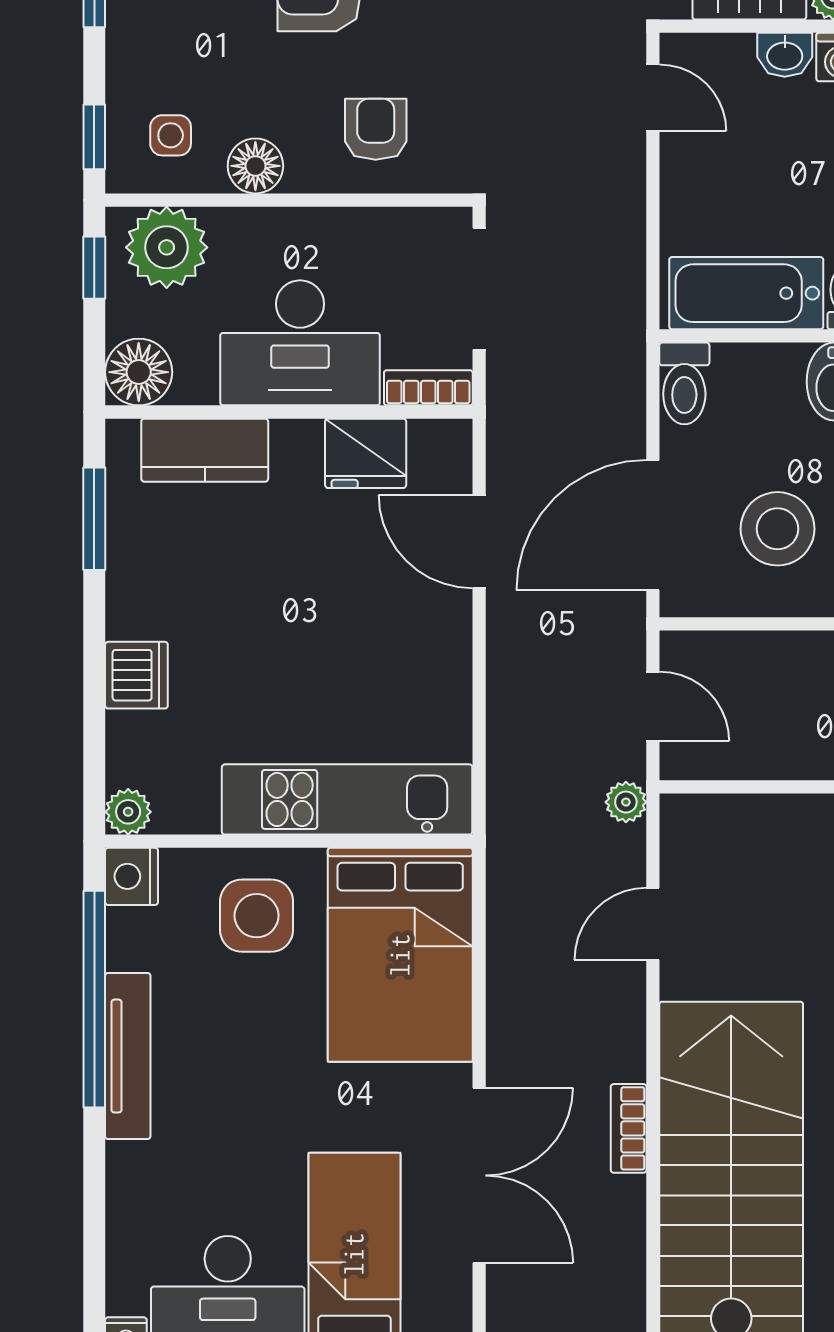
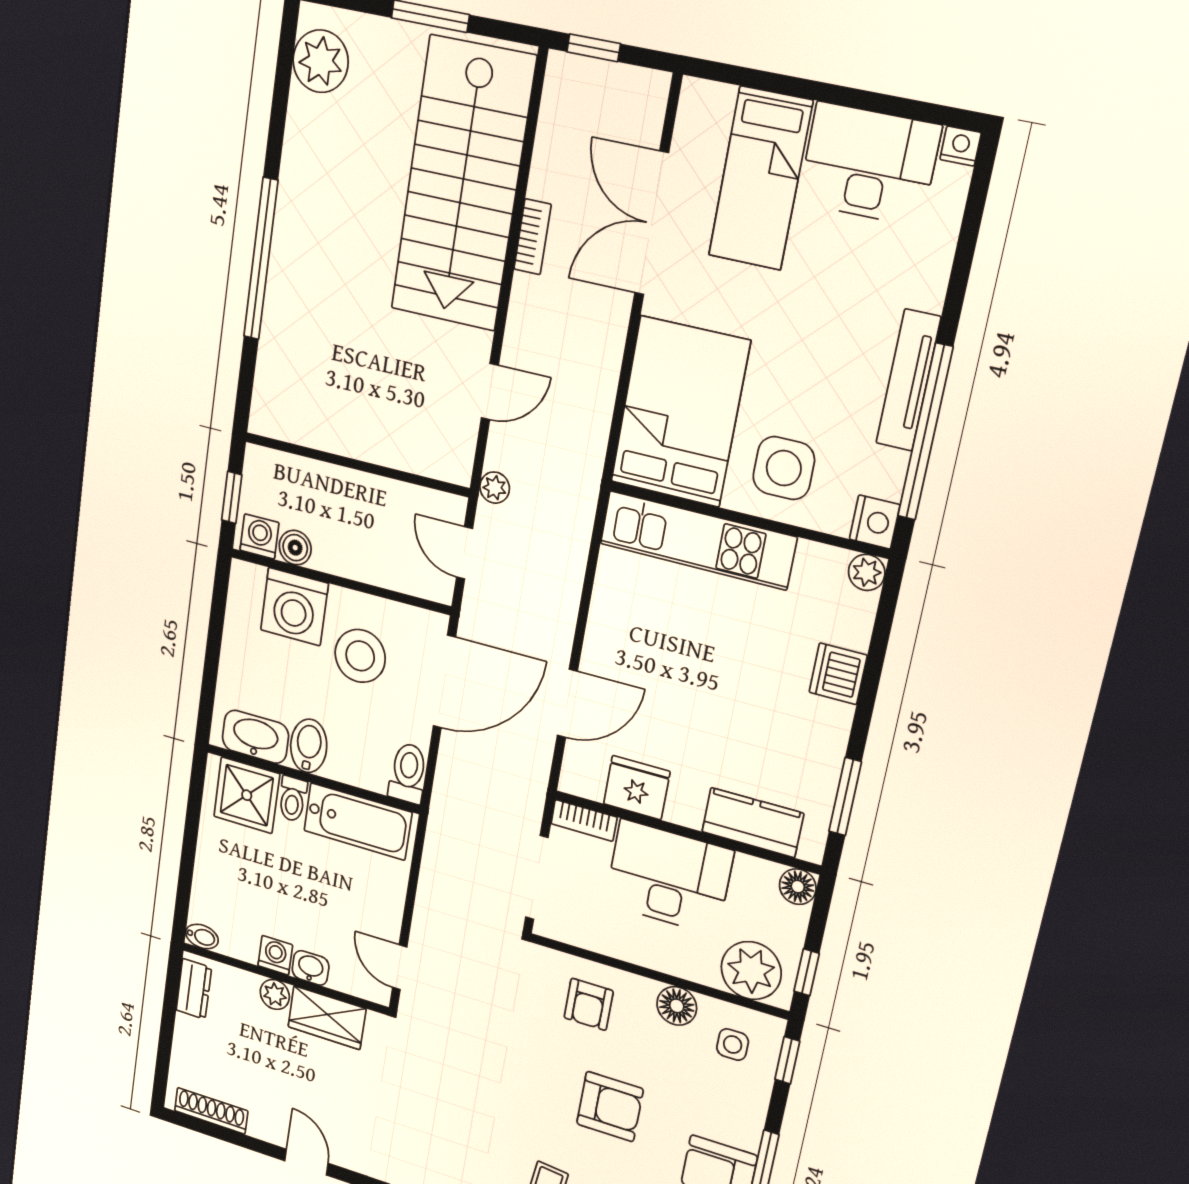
floor lamp: (139, 372) -> (798, 887), width x0.73, depth x0.73
door: (479, 541) -> (567, 703), hinge flipped

